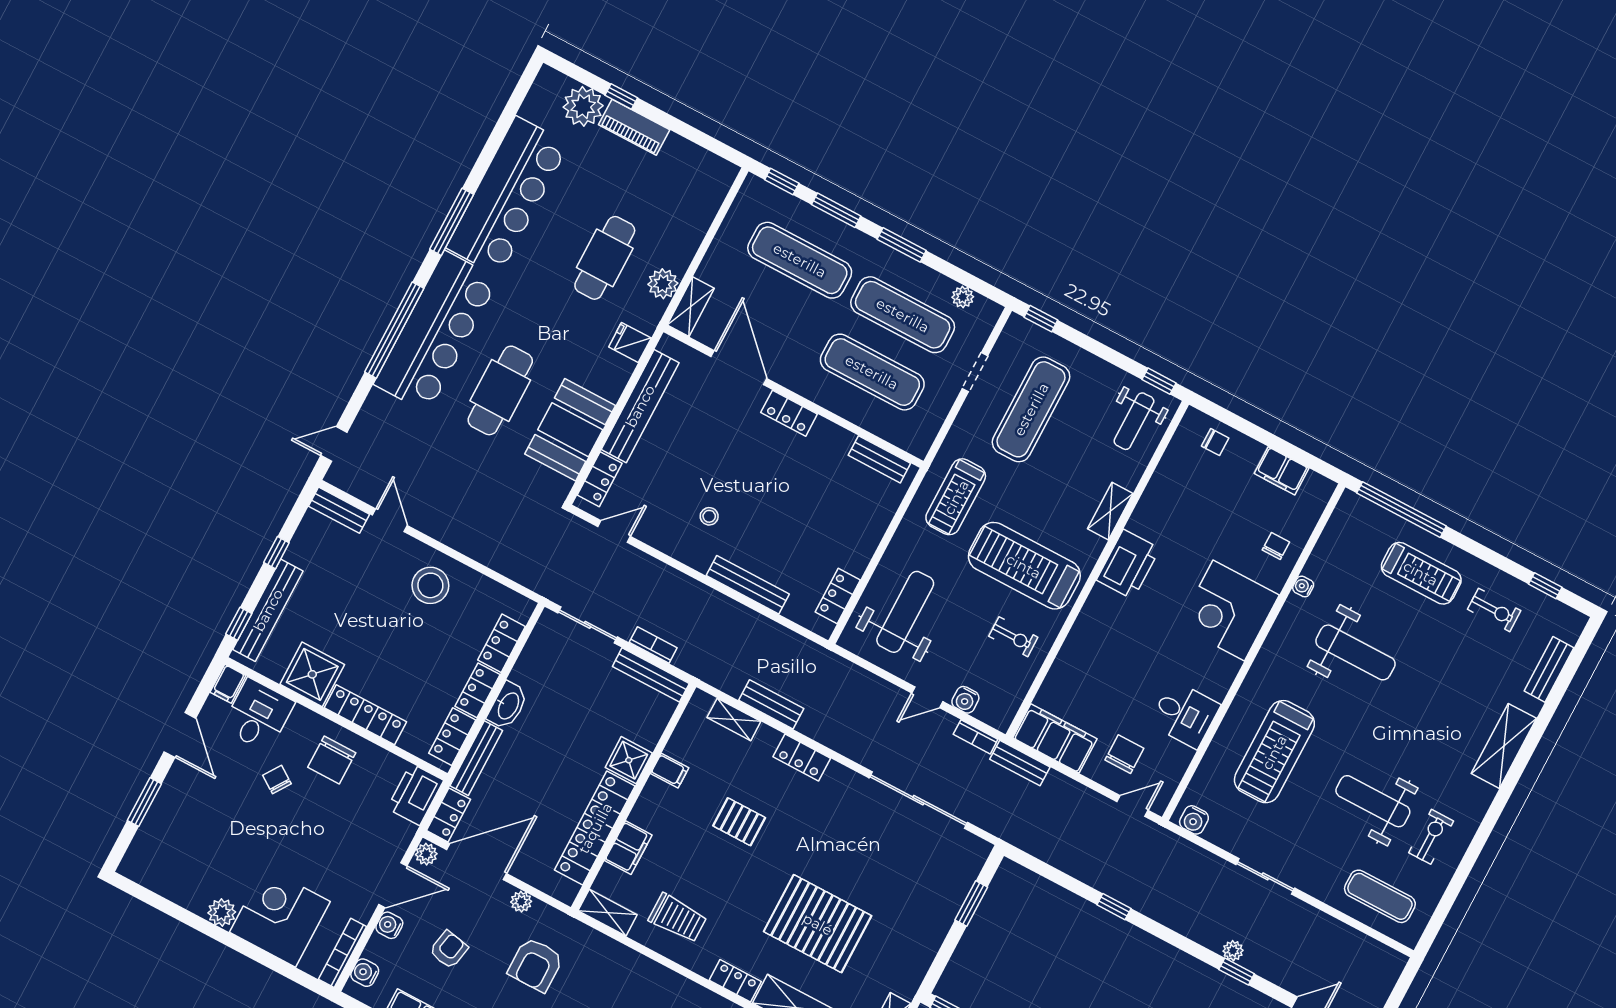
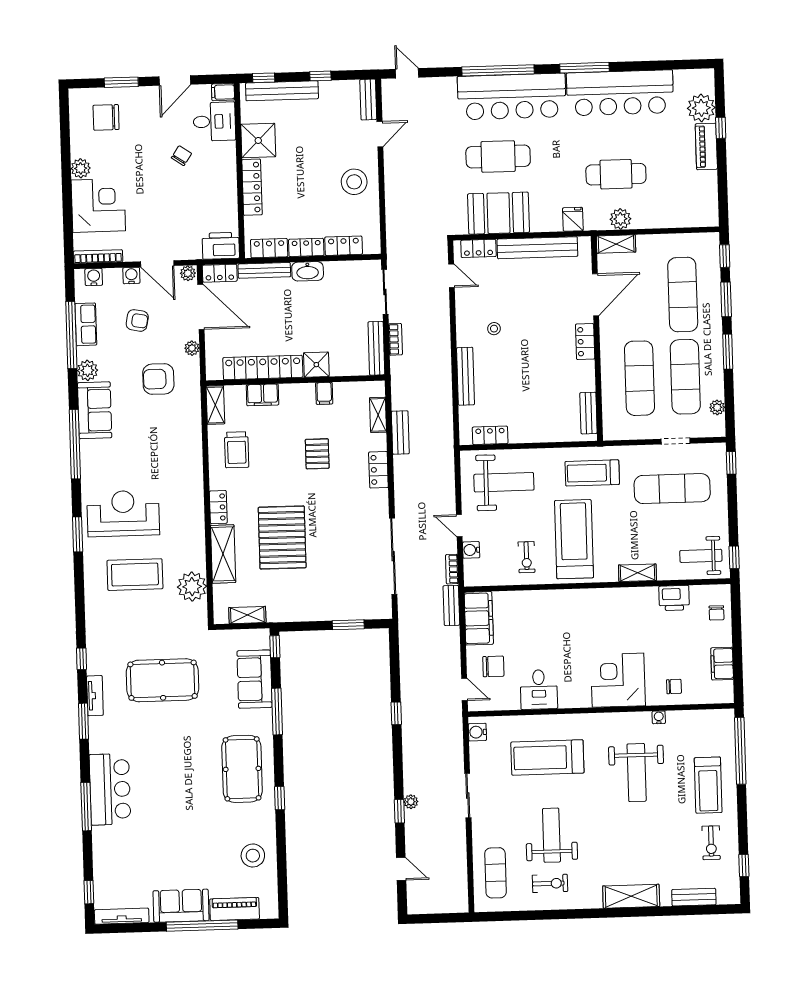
printer: (1128, 564) -> (674, 598), moved, width x0.73, depth x0.84
chair: (332, 760) -> (106, 117), moved

